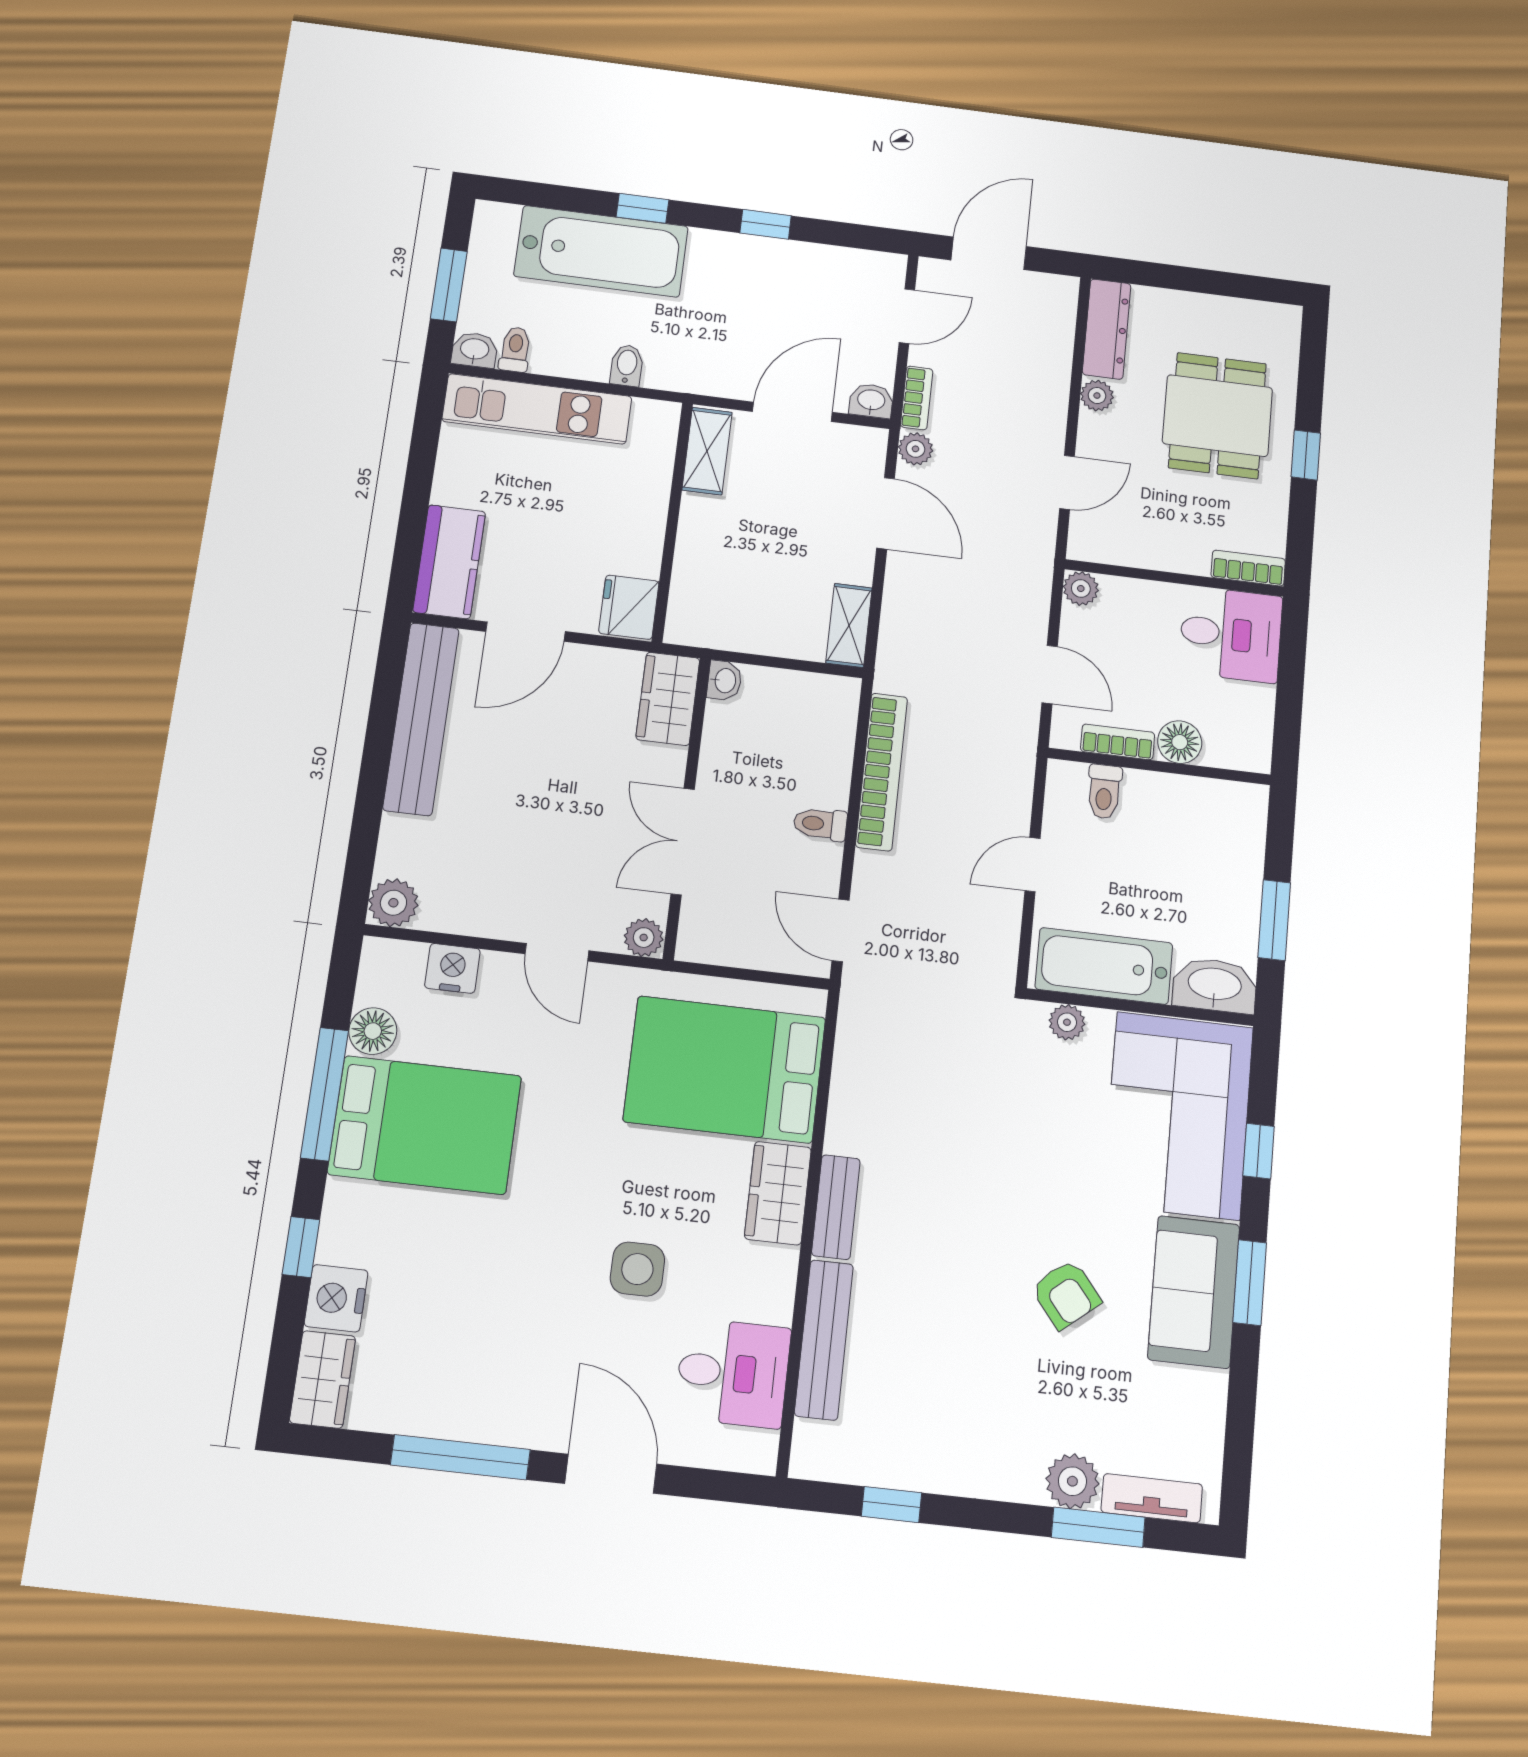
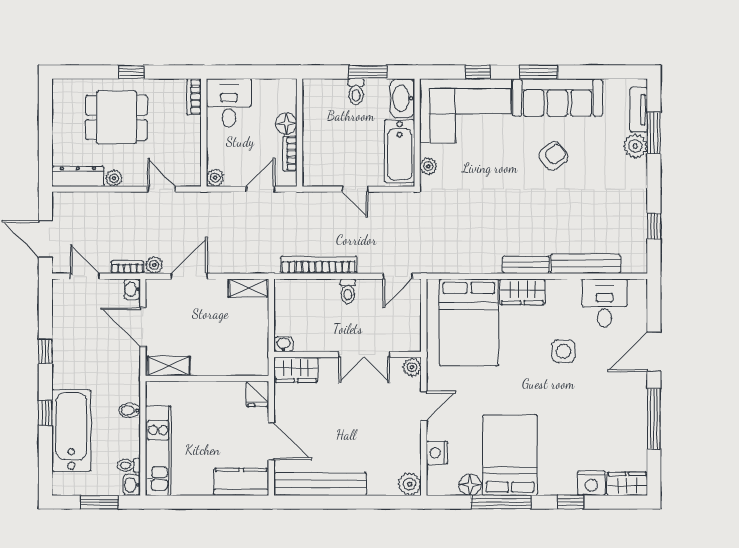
fridge: (629, 607) -> (257, 394), width x0.72
toilet: (1104, 792) -> (356, 92), moved, turned 90
sofa: (1194, 1292) -> (557, 98), width x1.36

